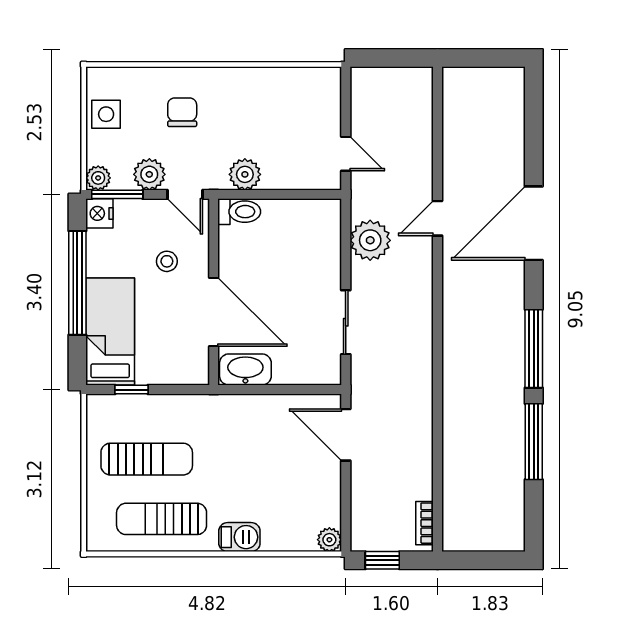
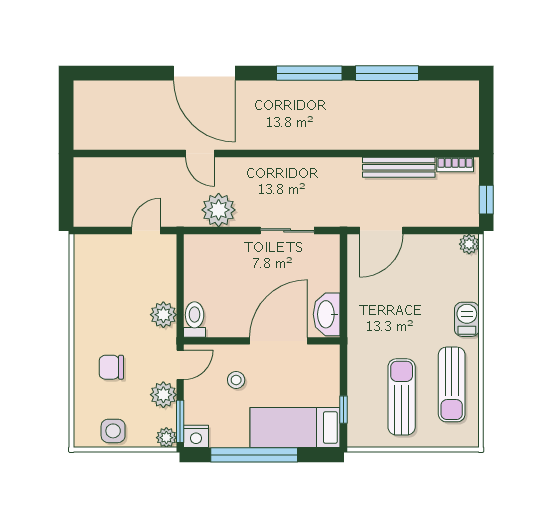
bench: (421, 456) -> (399, 167), added

